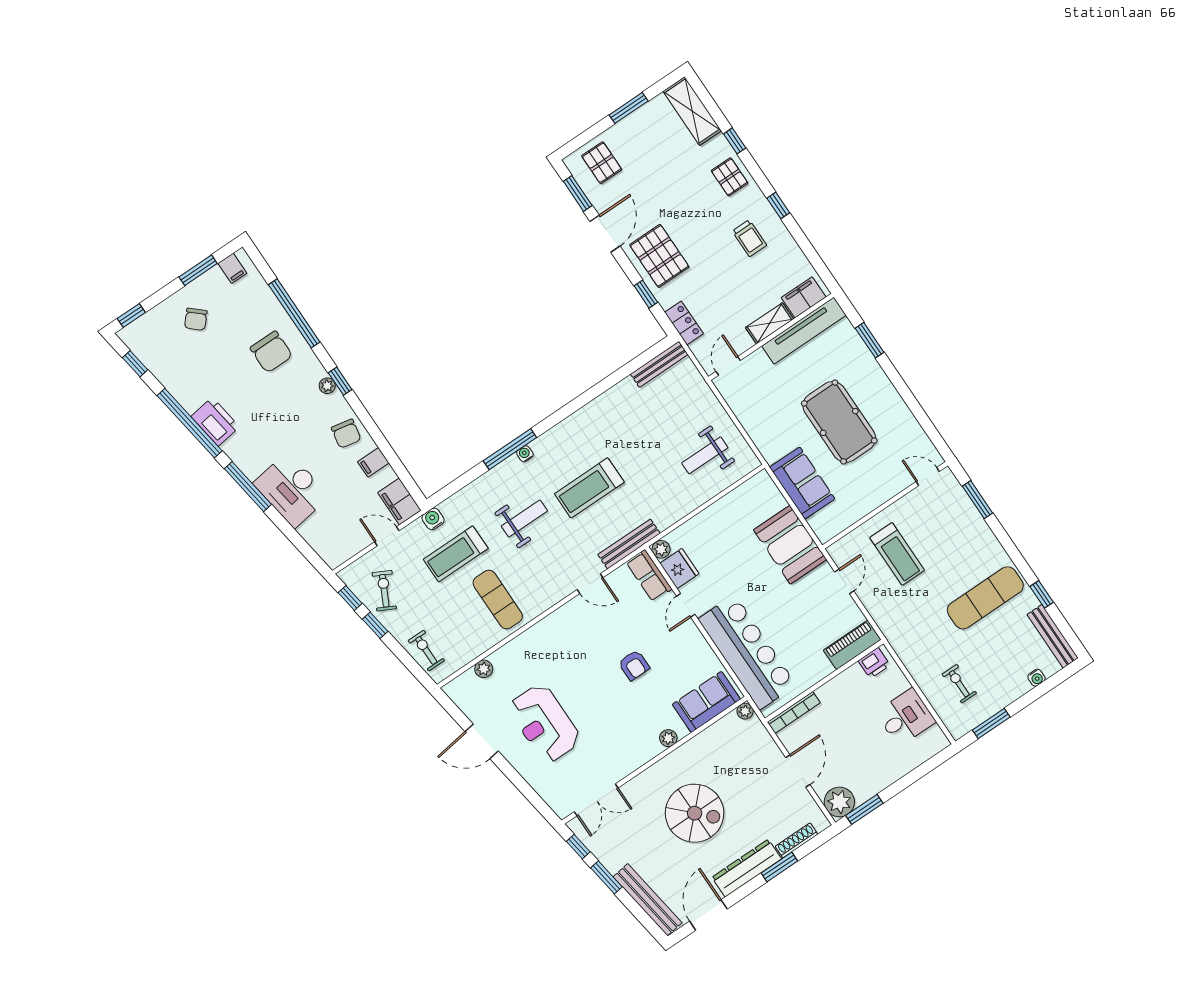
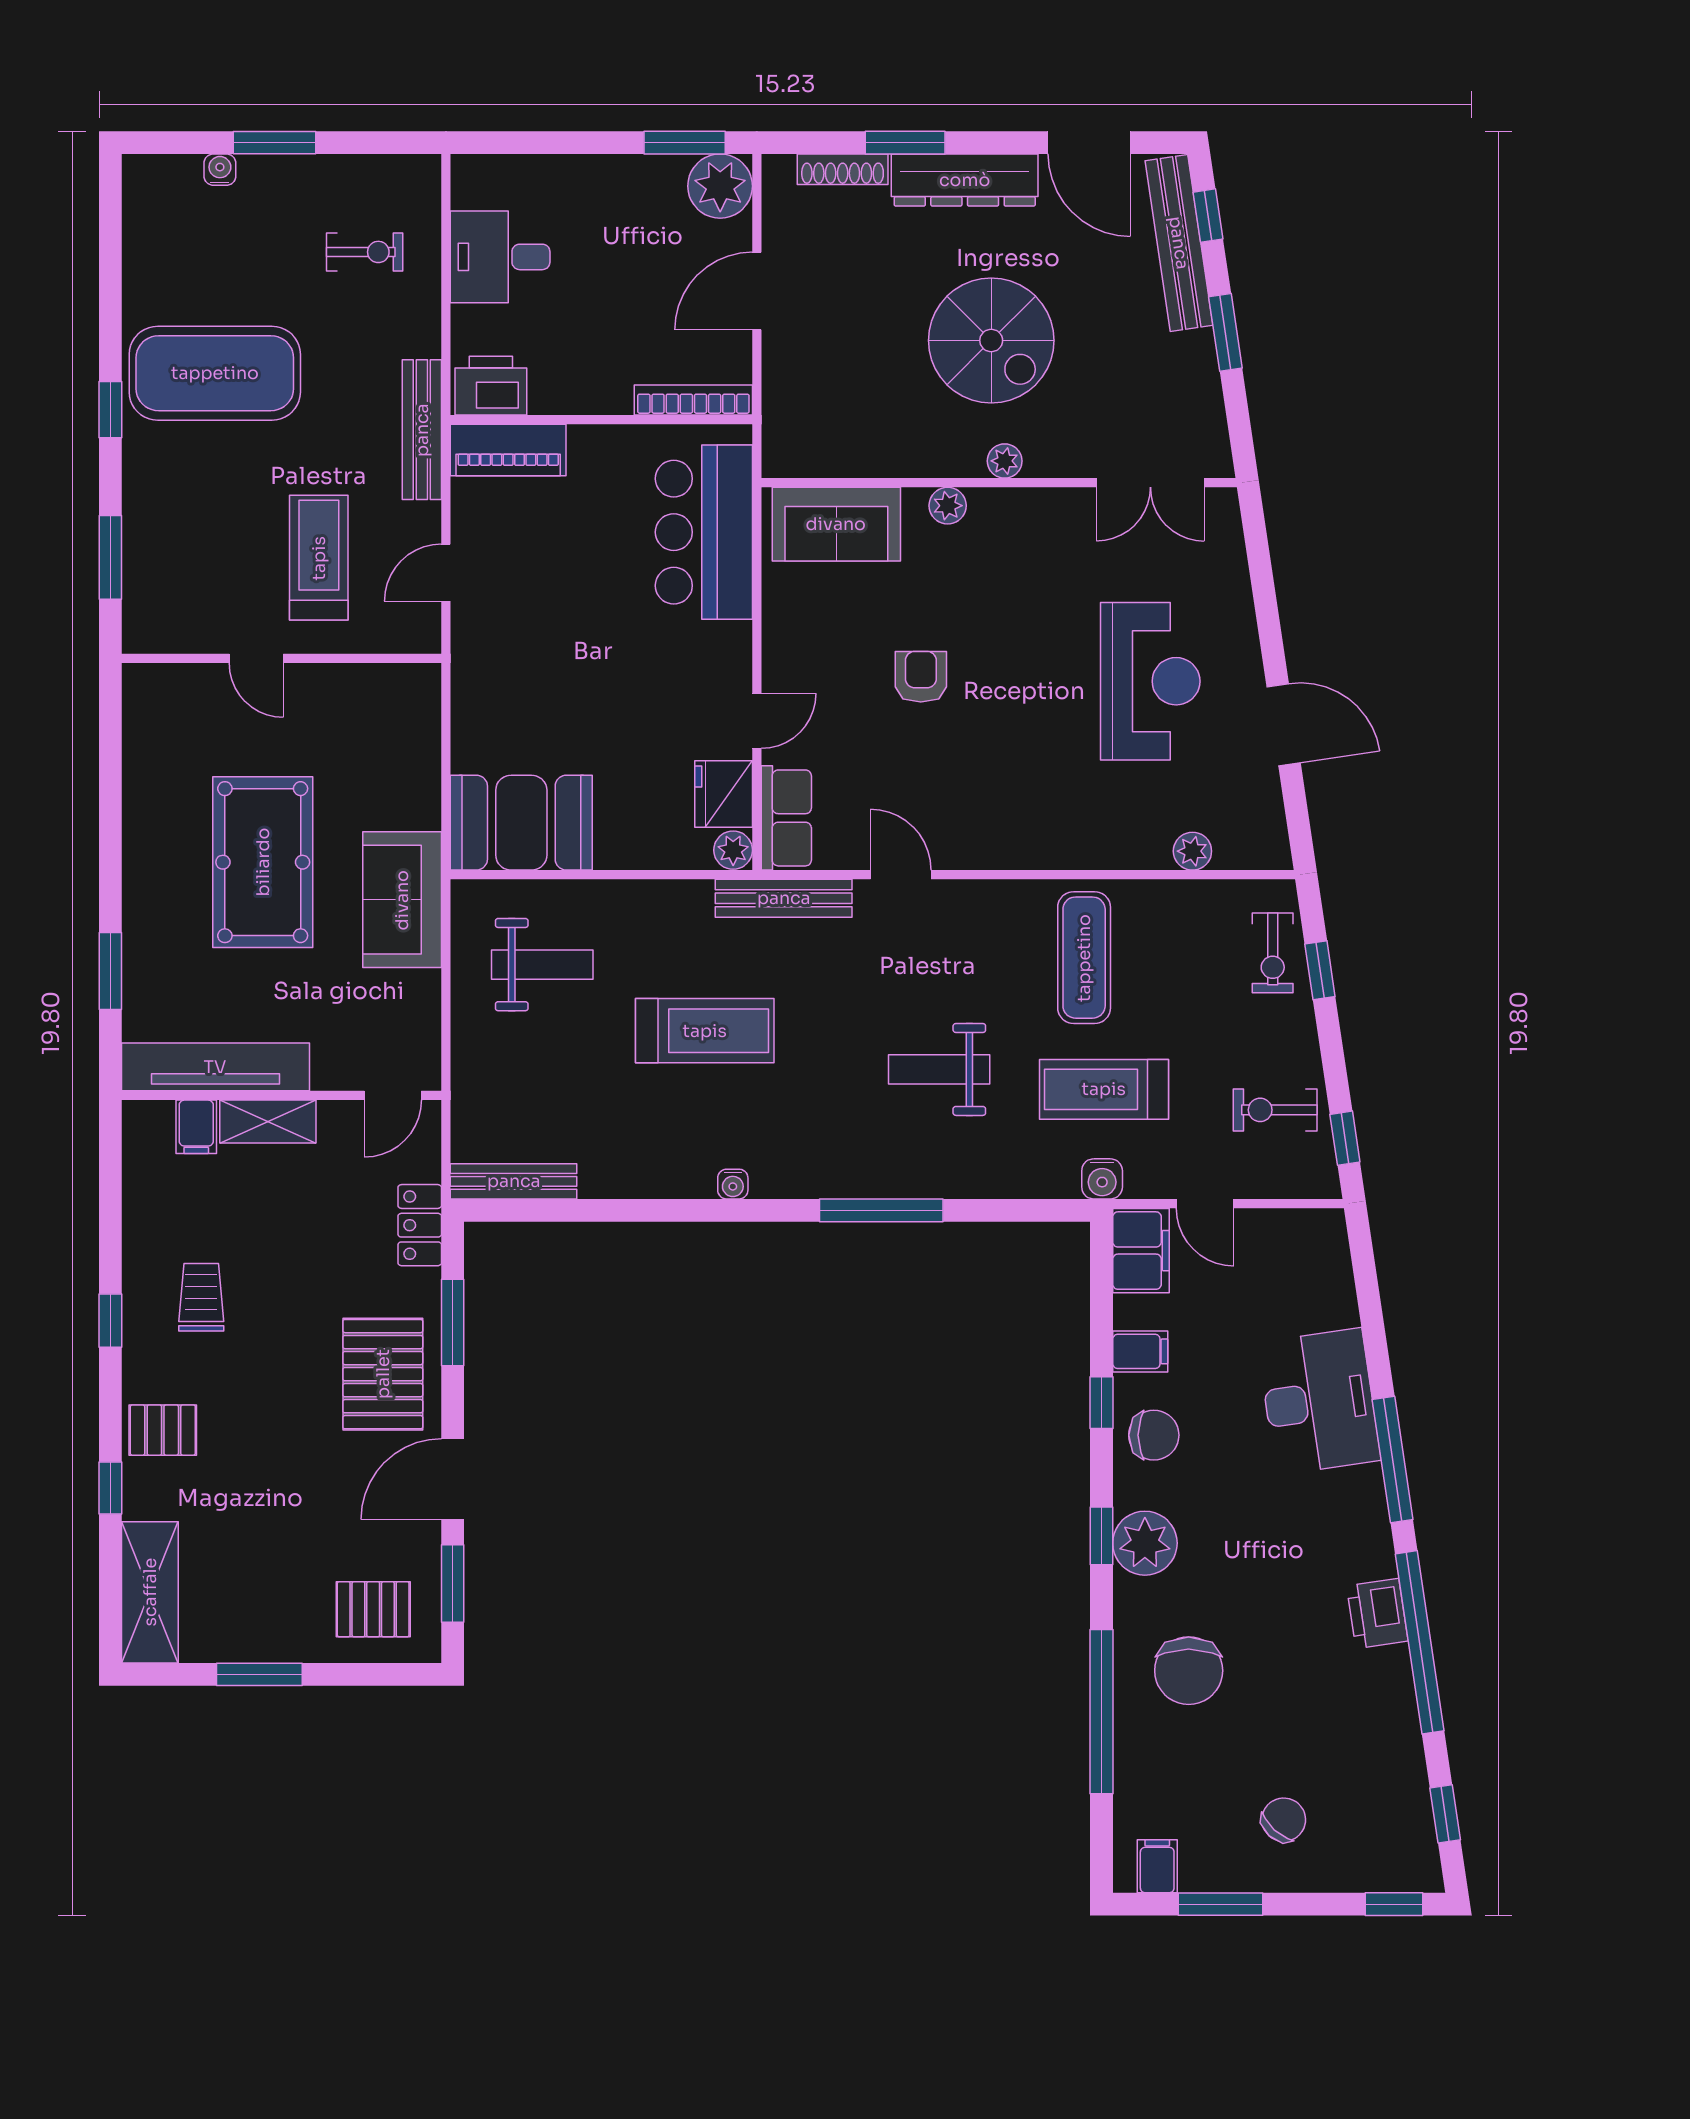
pallet: (602, 163) -> (373, 1609), turned 90
pallet: (730, 177) -> (163, 1430), turned 90
window: (646, 294) -> (453, 1323), width x1.50
filing cabinet: (804, 297) -> (196, 1127), width x0.50
chair: (271, 352) -> (1189, 1671), turned 180
plant: (327, 386) -> (1145, 1543), width x1.87, depth x1.87
printer: (215, 422) -> (1377, 1613), width x0.73, depth x0.84
window: (375, 433) -> (1101, 1403), added
chair: (346, 434) -> (1154, 1435), turned 79
water cooler: (525, 454) -> (733, 1184), moved
door: (928, 477) -> (256, 658), moved
sofa: (802, 483) -> (402, 900), moved
treadmill: (589, 488) -> (705, 1031), moved
booth: (790, 545) -> (521, 823), moved, turned 90
treadmill: (456, 554) -> (1104, 1089), turned 180
exercise bike: (384, 591) -> (1275, 1110), turned 63
window: (1042, 594) -> (110, 410), moved
exercise mat: (985, 598) -> (215, 373), width x1.47
window: (375, 625) -> (1320, 970), moved
bench: (1053, 636) -> (422, 430), moved
bar counter: (747, 652) -> (704, 532), width x0.73
printer: (874, 663) -> (491, 386), width x1.36, depth x1.24
exercise bike: (959, 684) -> (365, 252), turned -90
plant: (745, 711) -> (1005, 461), moved
window: (991, 724) -> (274, 143), moved
double door: (596, 800) -> (1150, 483), swing flipped
spiral stairs: (695, 813) -> (991, 340), turned 180
window: (578, 847) -> (1208, 216), moved
door: (708, 915) -> (1089, 143), hinge flipped

